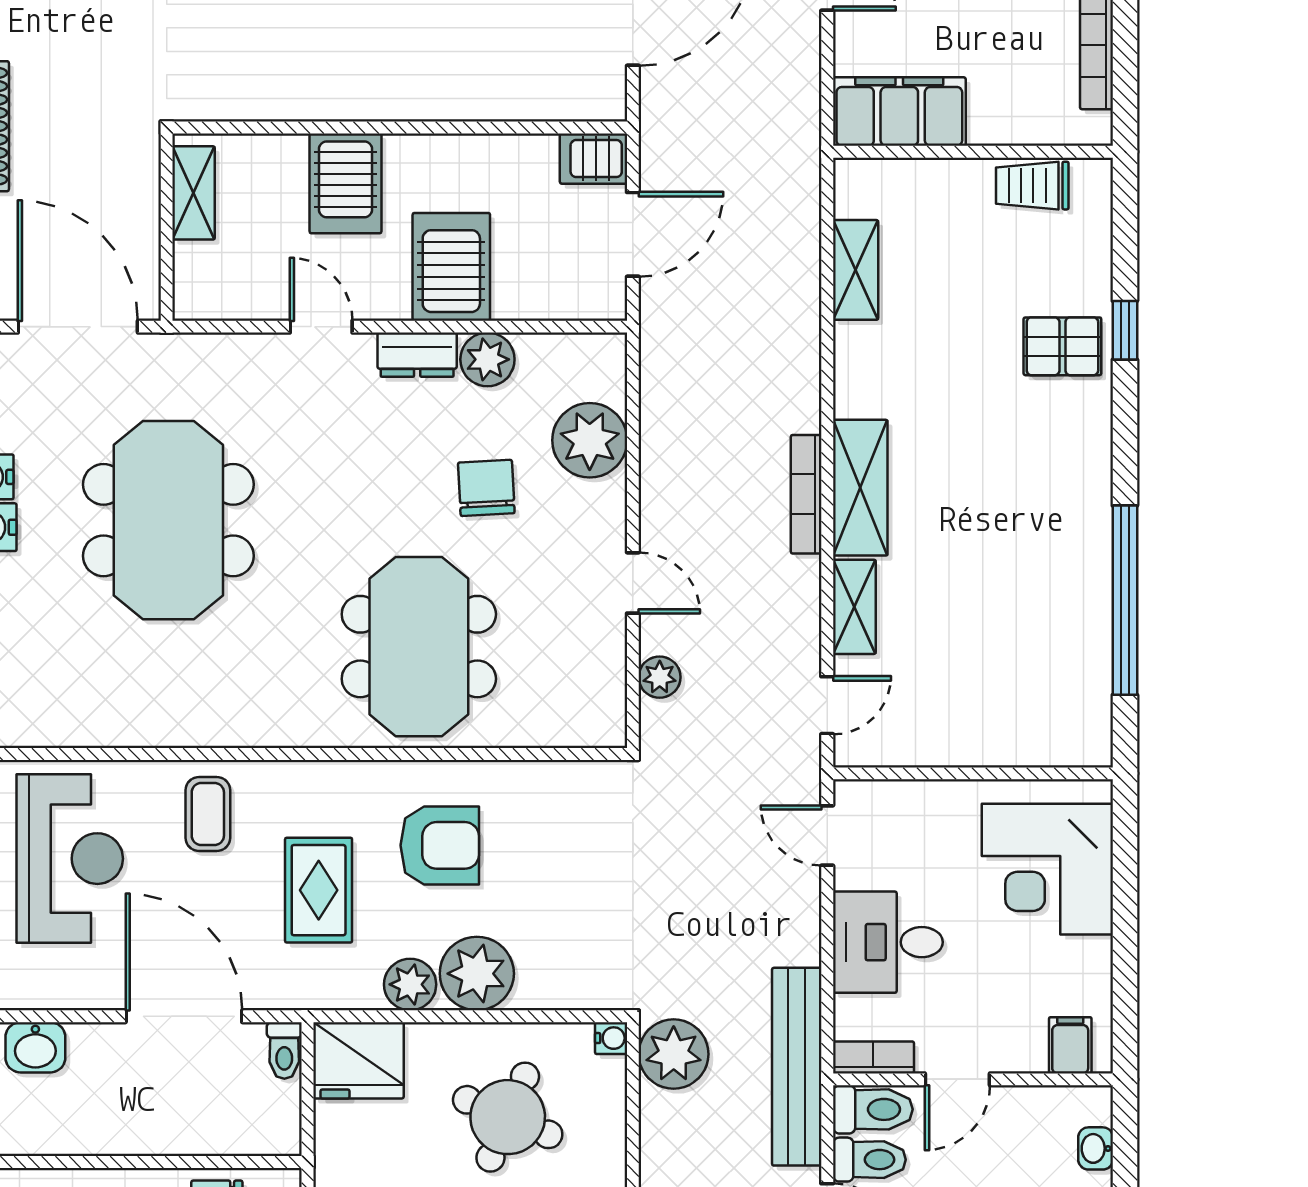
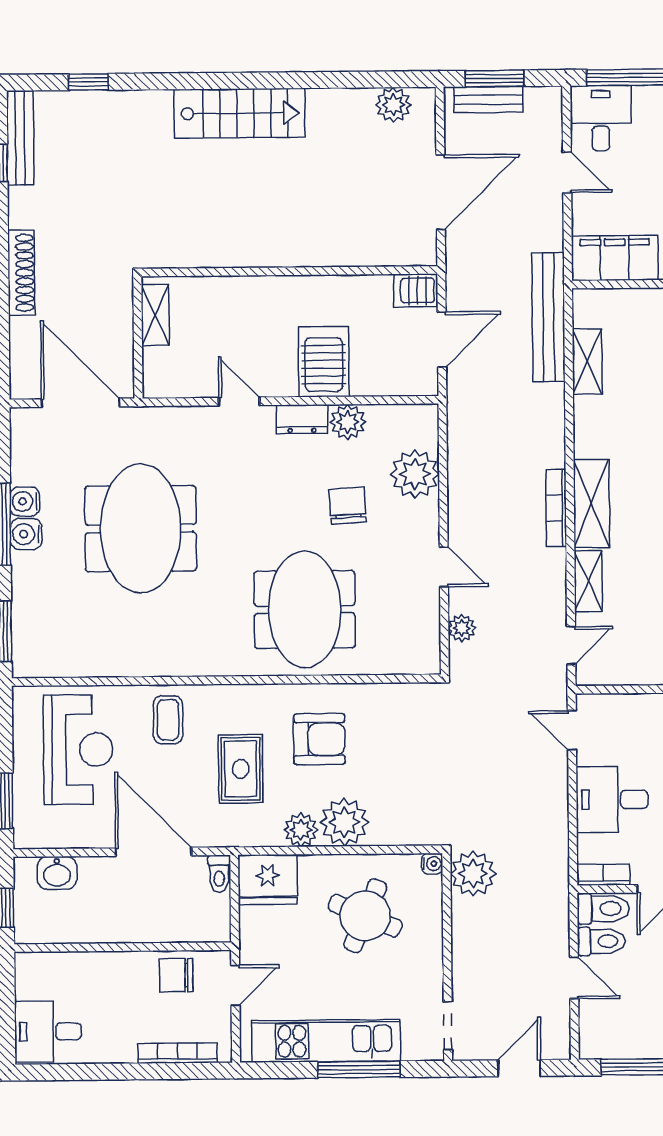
server rack: (346, 183) -> (254, 308), removed
bench: (797, 1067) -> (548, 317), moved

